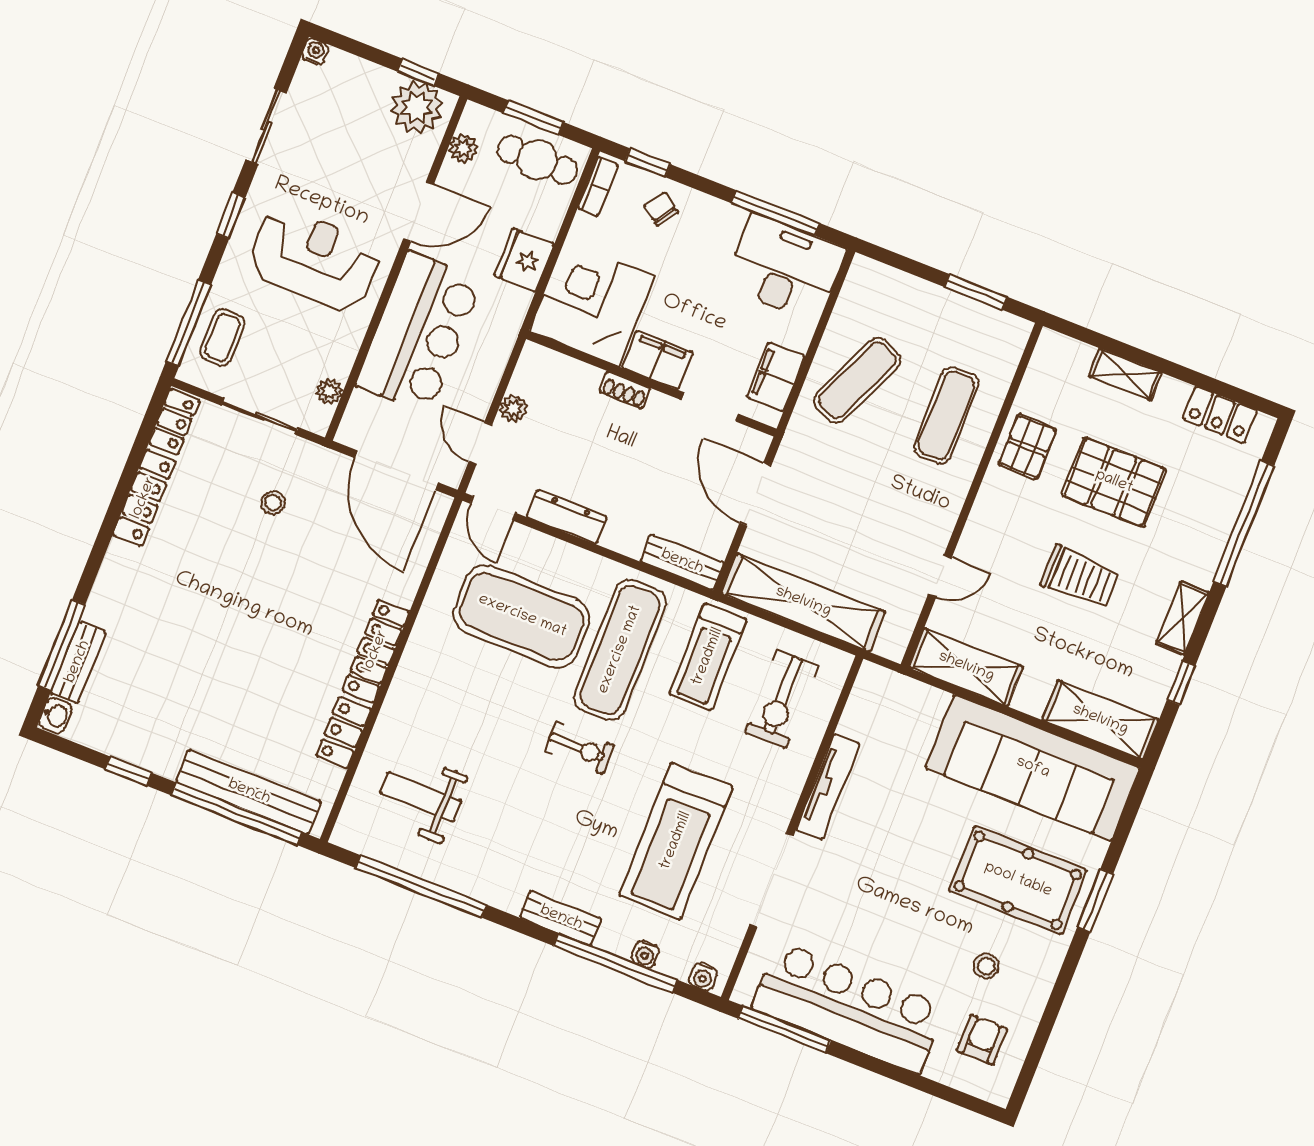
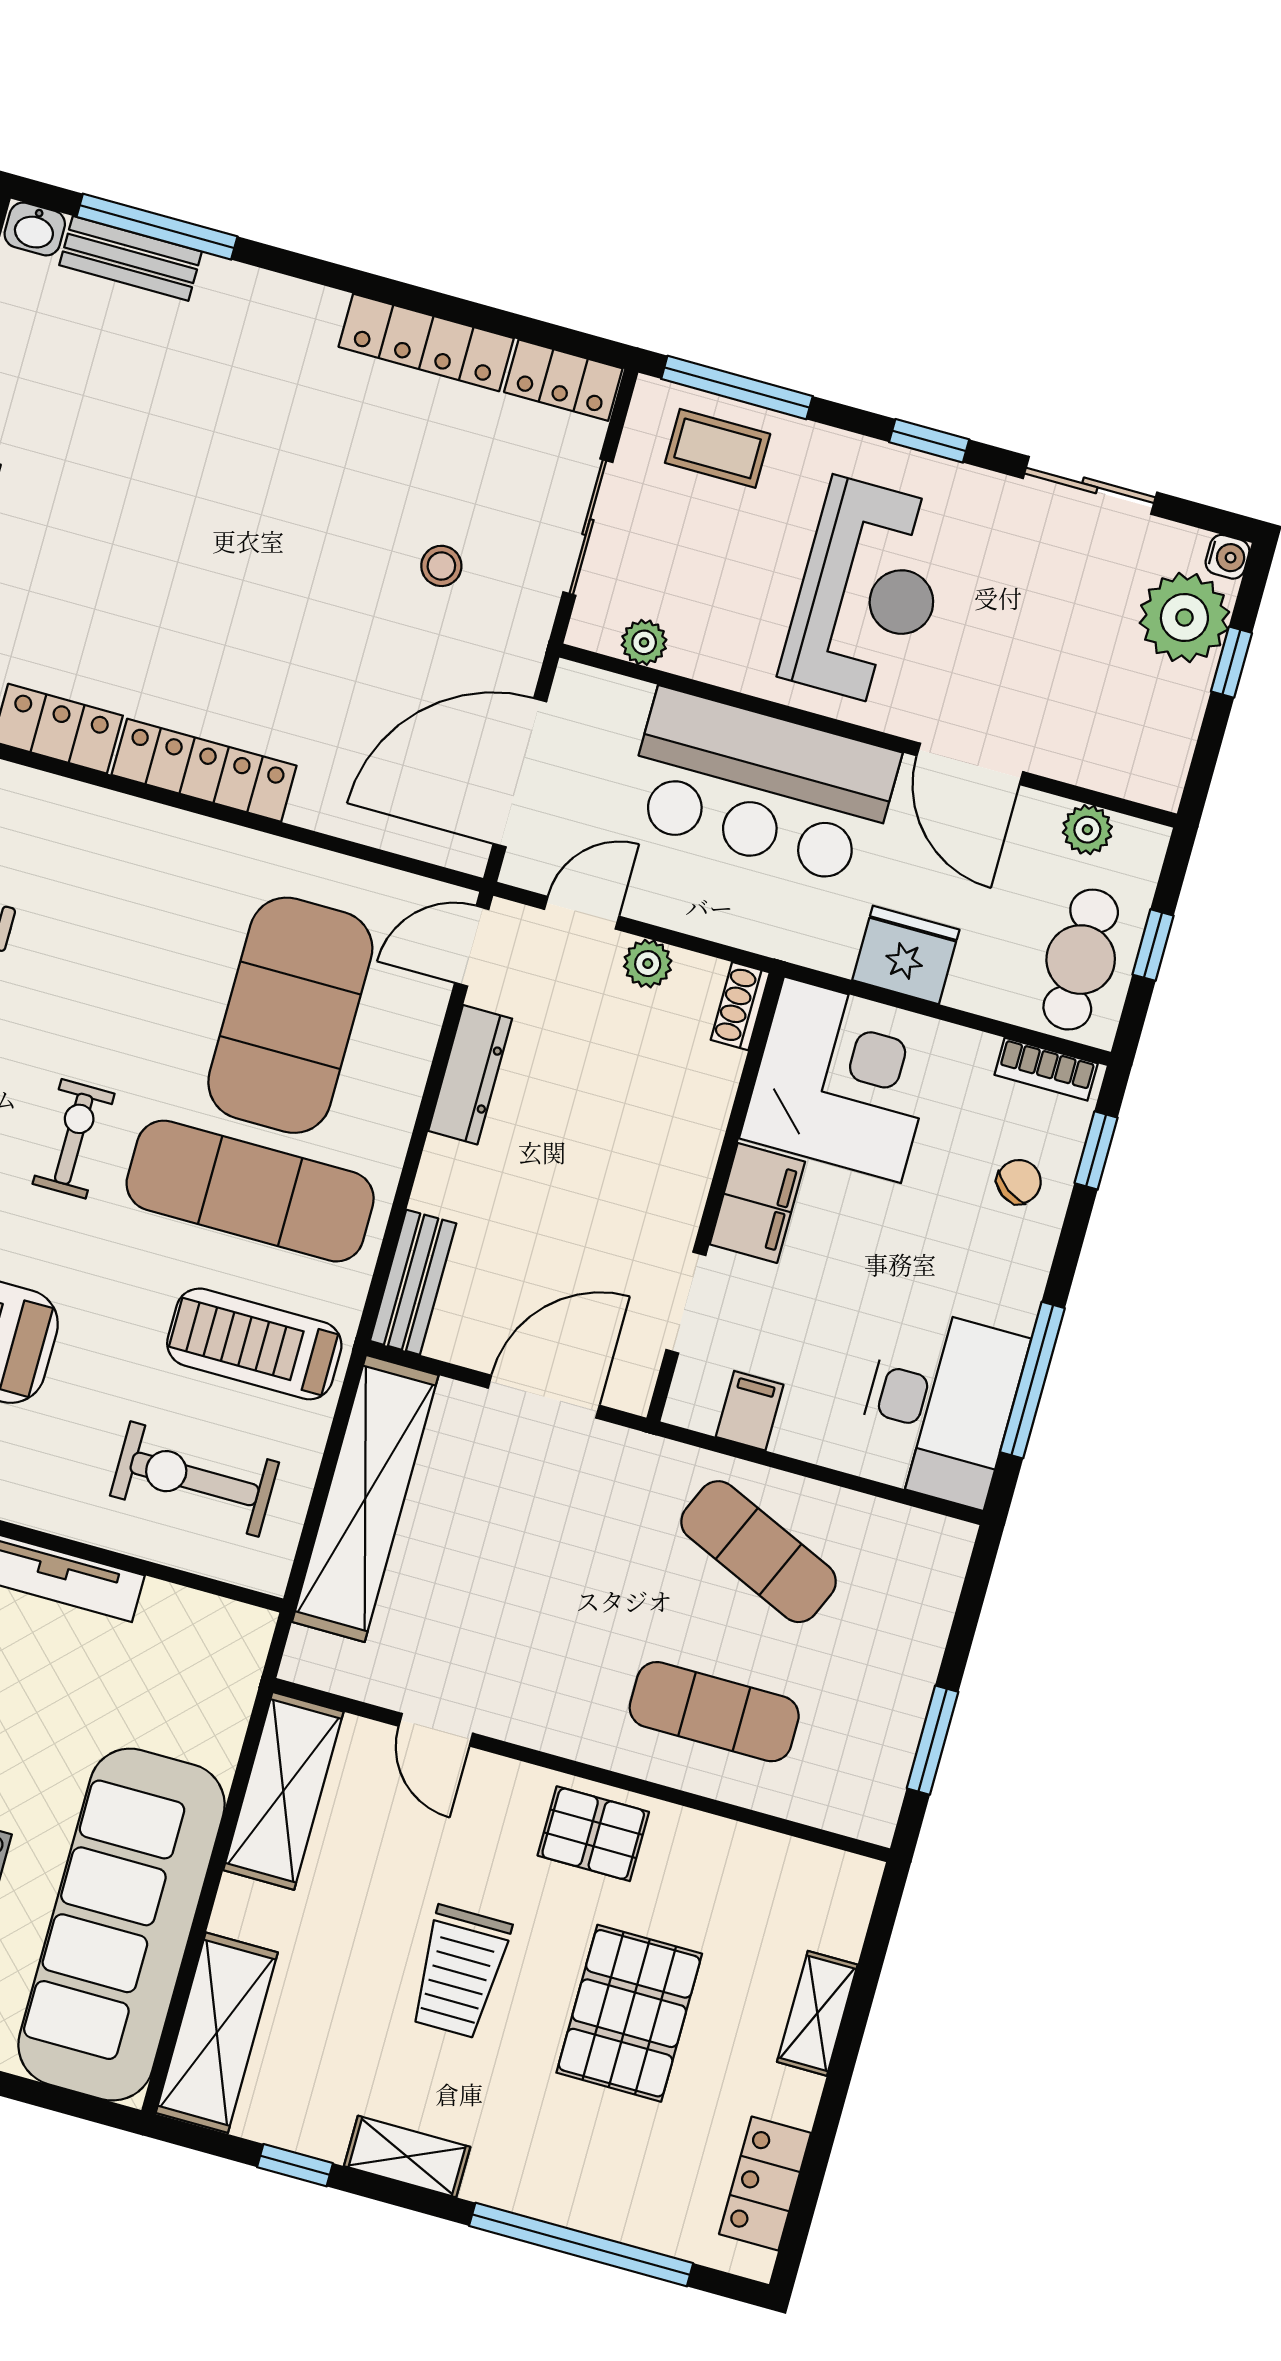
window: (418, 72) -> (1231, 662), moved
plant: (417, 107) -> (1184, 617), moved
window: (533, 118) -> (1153, 945), width x0.67
filing cabinet: (776, 377) -> (750, 1411), width x0.50
shoe rack: (625, 390) -> (740, 1006), moved
pallet: (1027, 447) -> (593, 1834), moved
exercise bike: (579, 748) -> (74, 1139), turned 180

